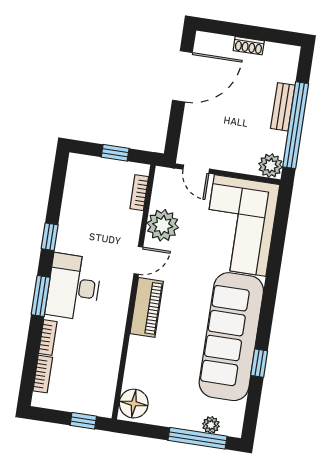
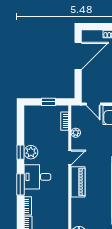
plant: (163, 225) -> (76, 133), width x0.53, depth x0.53
plant: (69, 240) -> (31, 152), added
desk: (74, 287) -> (37, 177), width x0.73

